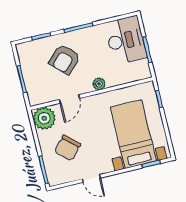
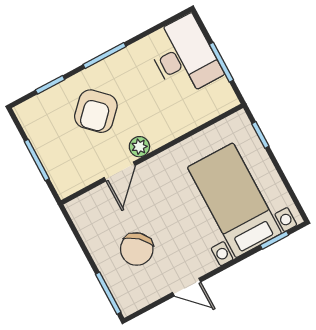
plant: (99, 84) -> (139, 147), moved
plant: (44, 118) -> (88, 212), removed

